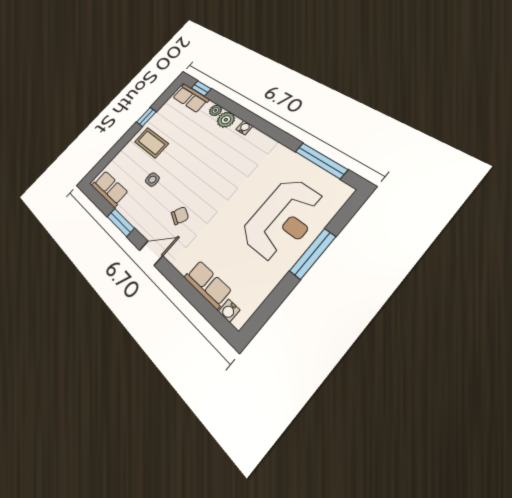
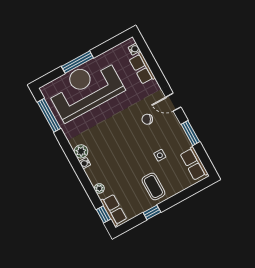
plant: (226, 120) -> (81, 151), moved
reception desk: (283, 219) -> (85, 89), width x1.36, depth x1.30

